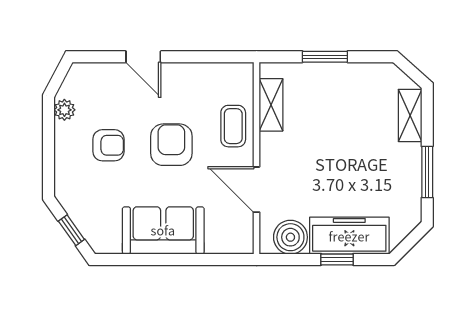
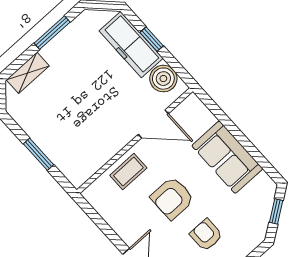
shelving: (271, 105) -> (96, 161), removed
door: (257, 190) -> (153, 124), hinge flipped

